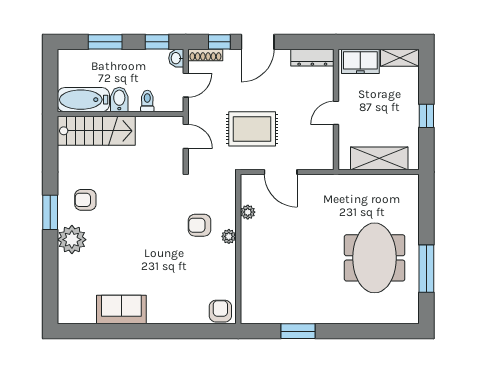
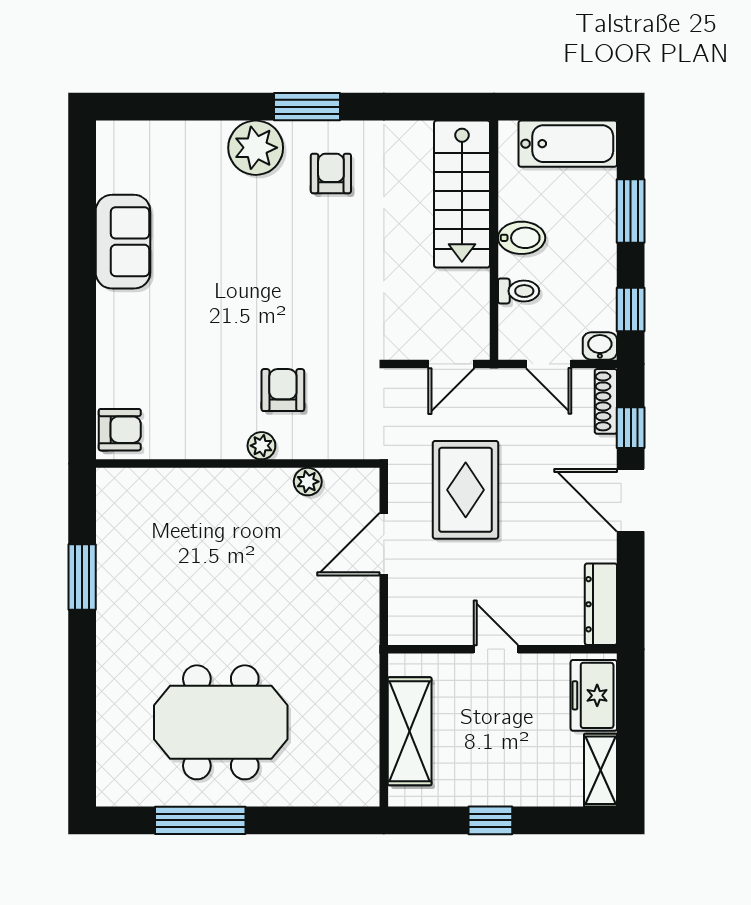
bathtub: (83, 100) -> (568, 144), moved, turned 90

